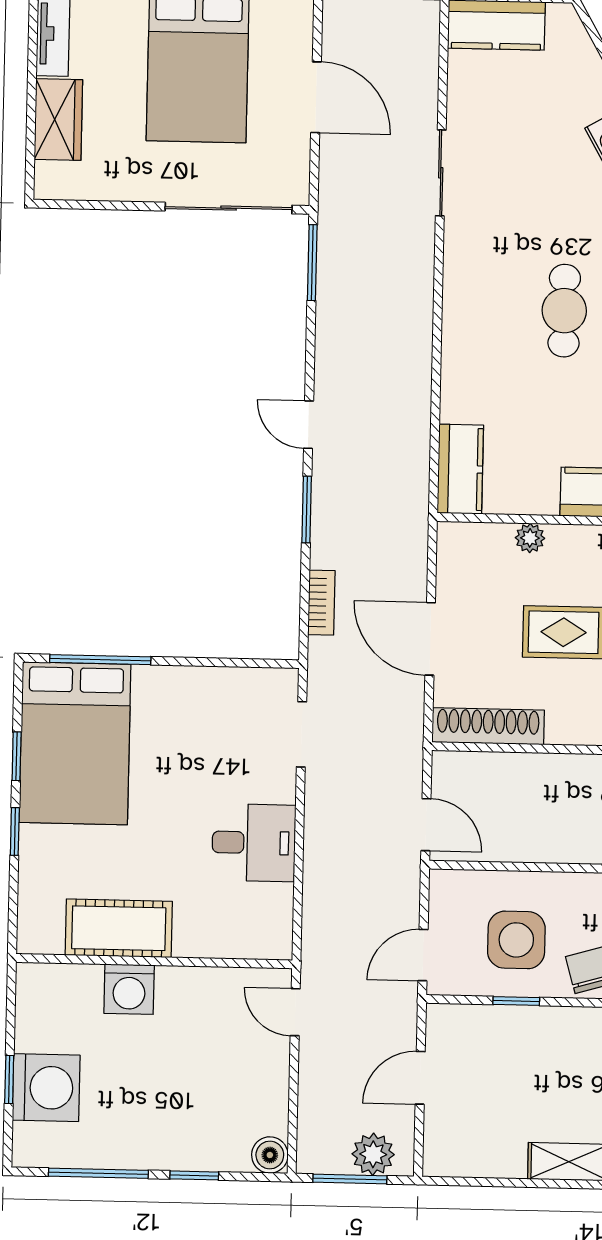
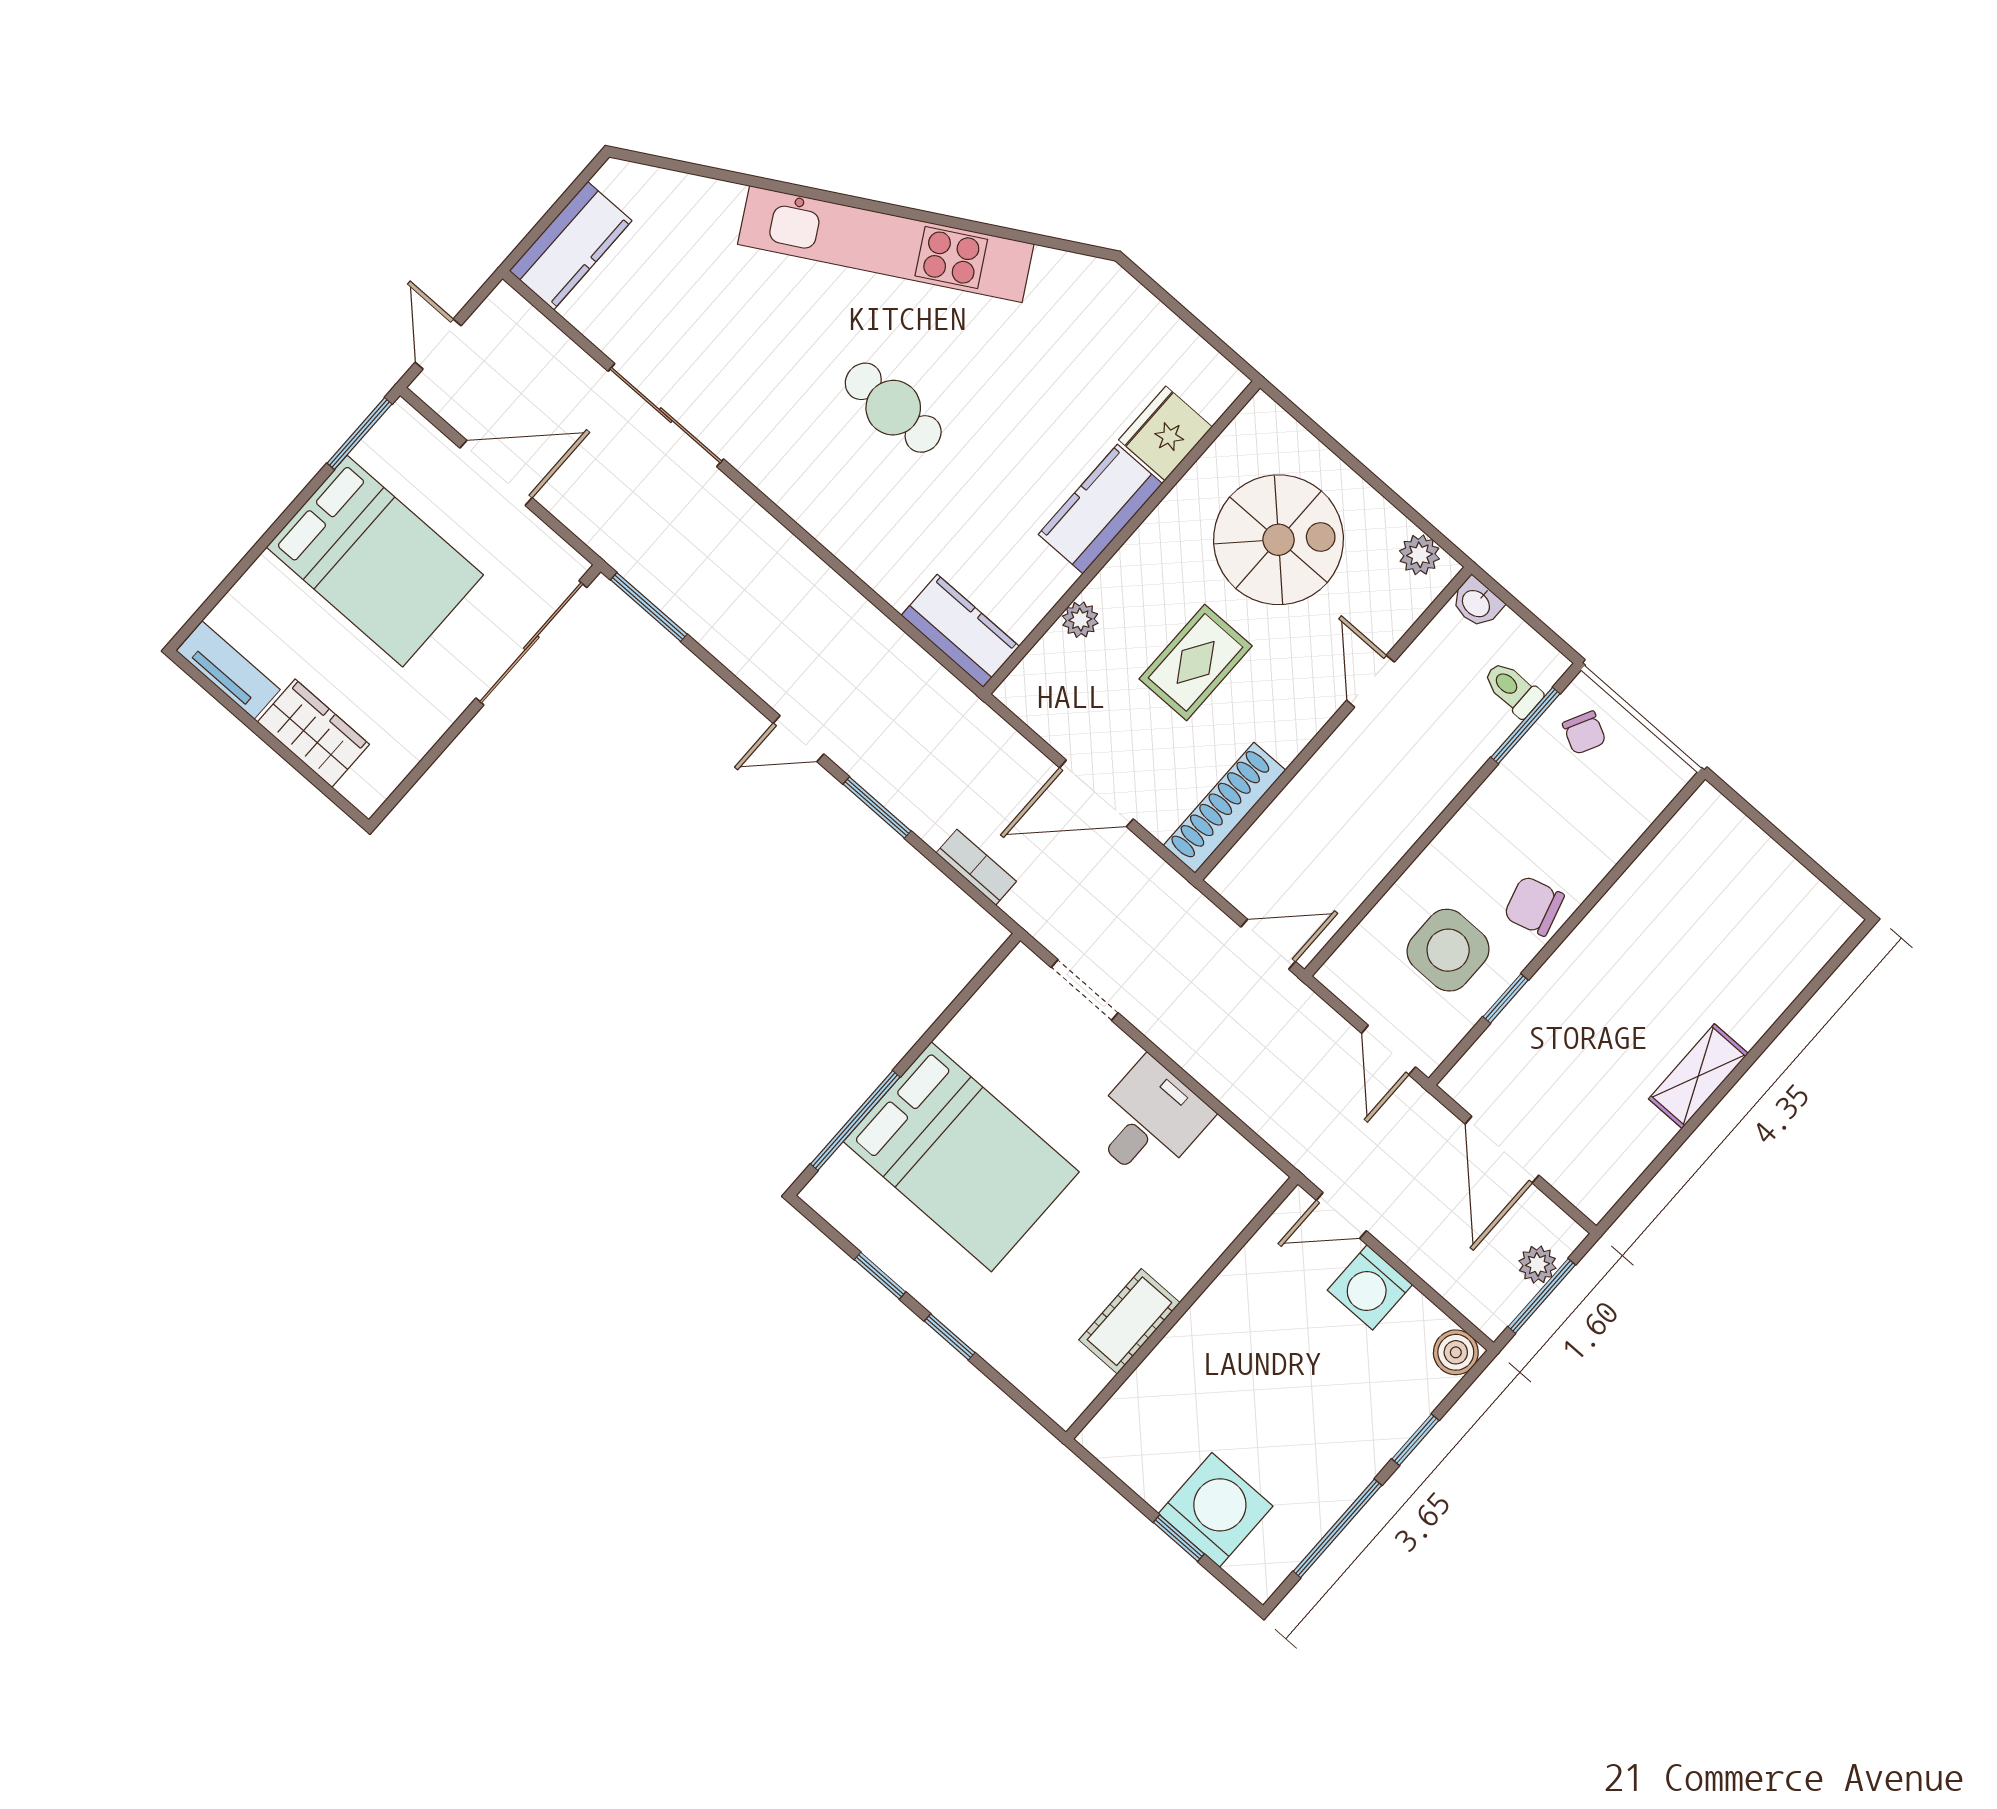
sliding door: (441, 173) -> (666, 415), width x1.37
bed: (75, 743) -> (961, 1157), moved
cot: (119, 928) -> (1129, 1321), width x0.73, depth x0.75
washing machine: (129, 989) -> (1370, 1287), moved, turned 90
door: (420, 1078) -> (1502, 1150), width x1.38
plant: (373, 1154) -> (1537, 1265), width x0.73, depth x0.73

